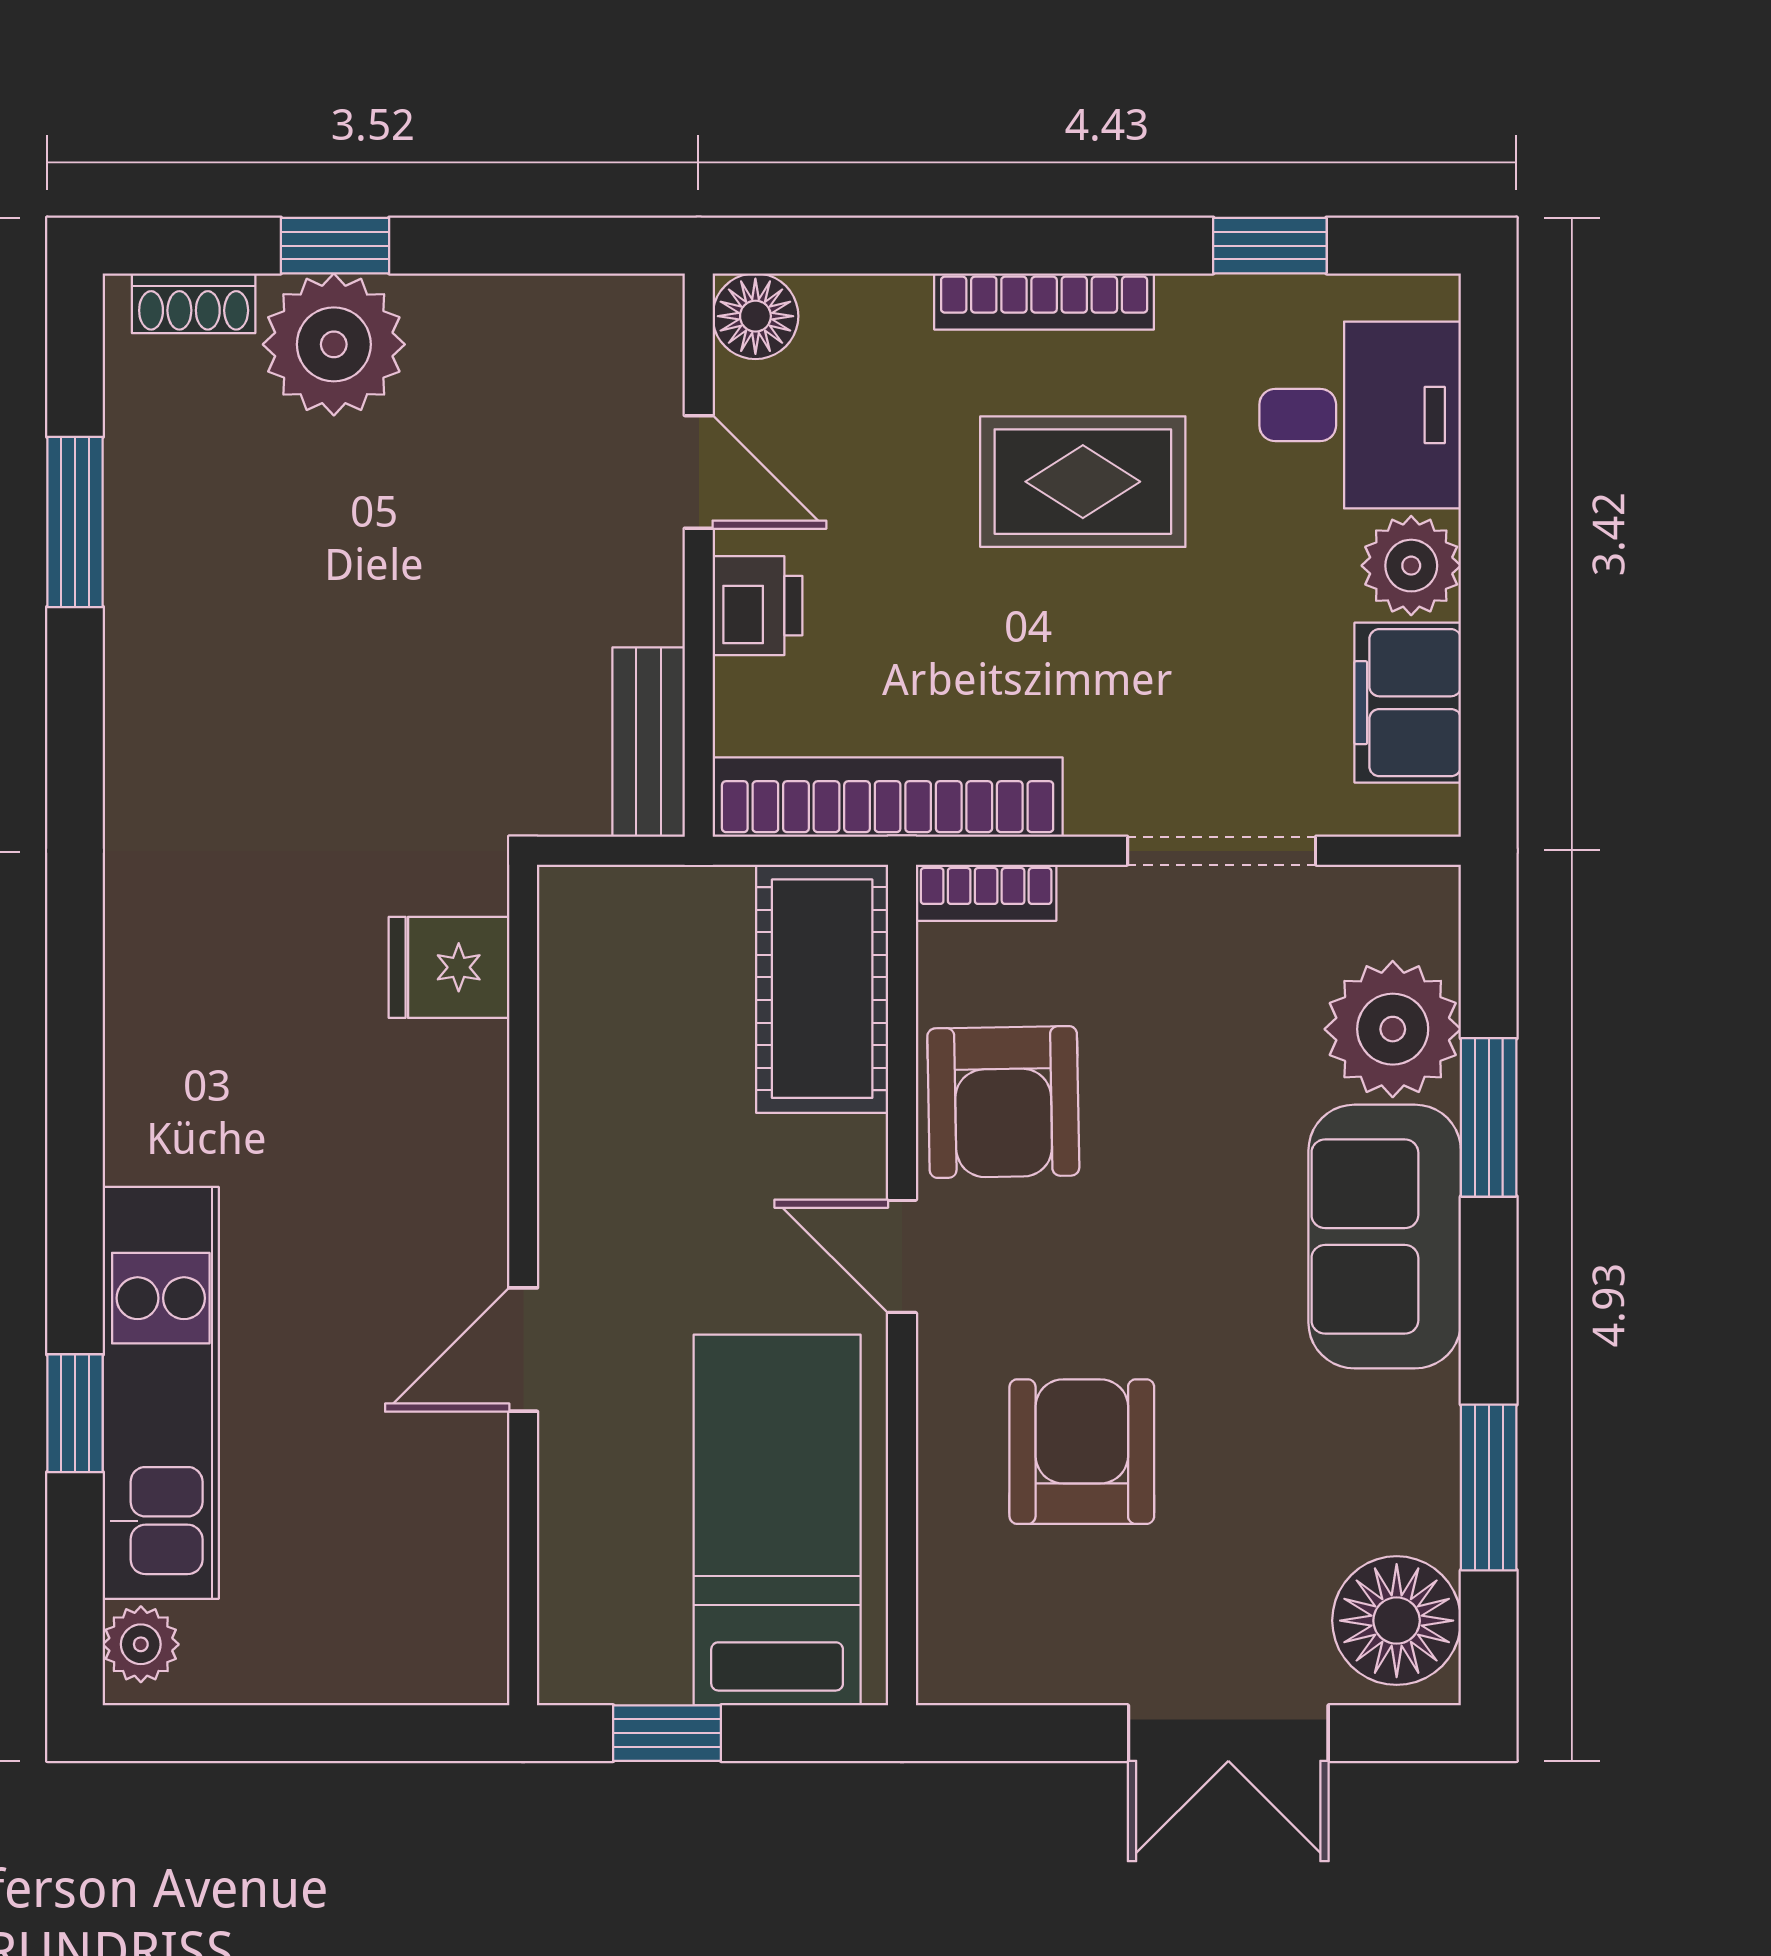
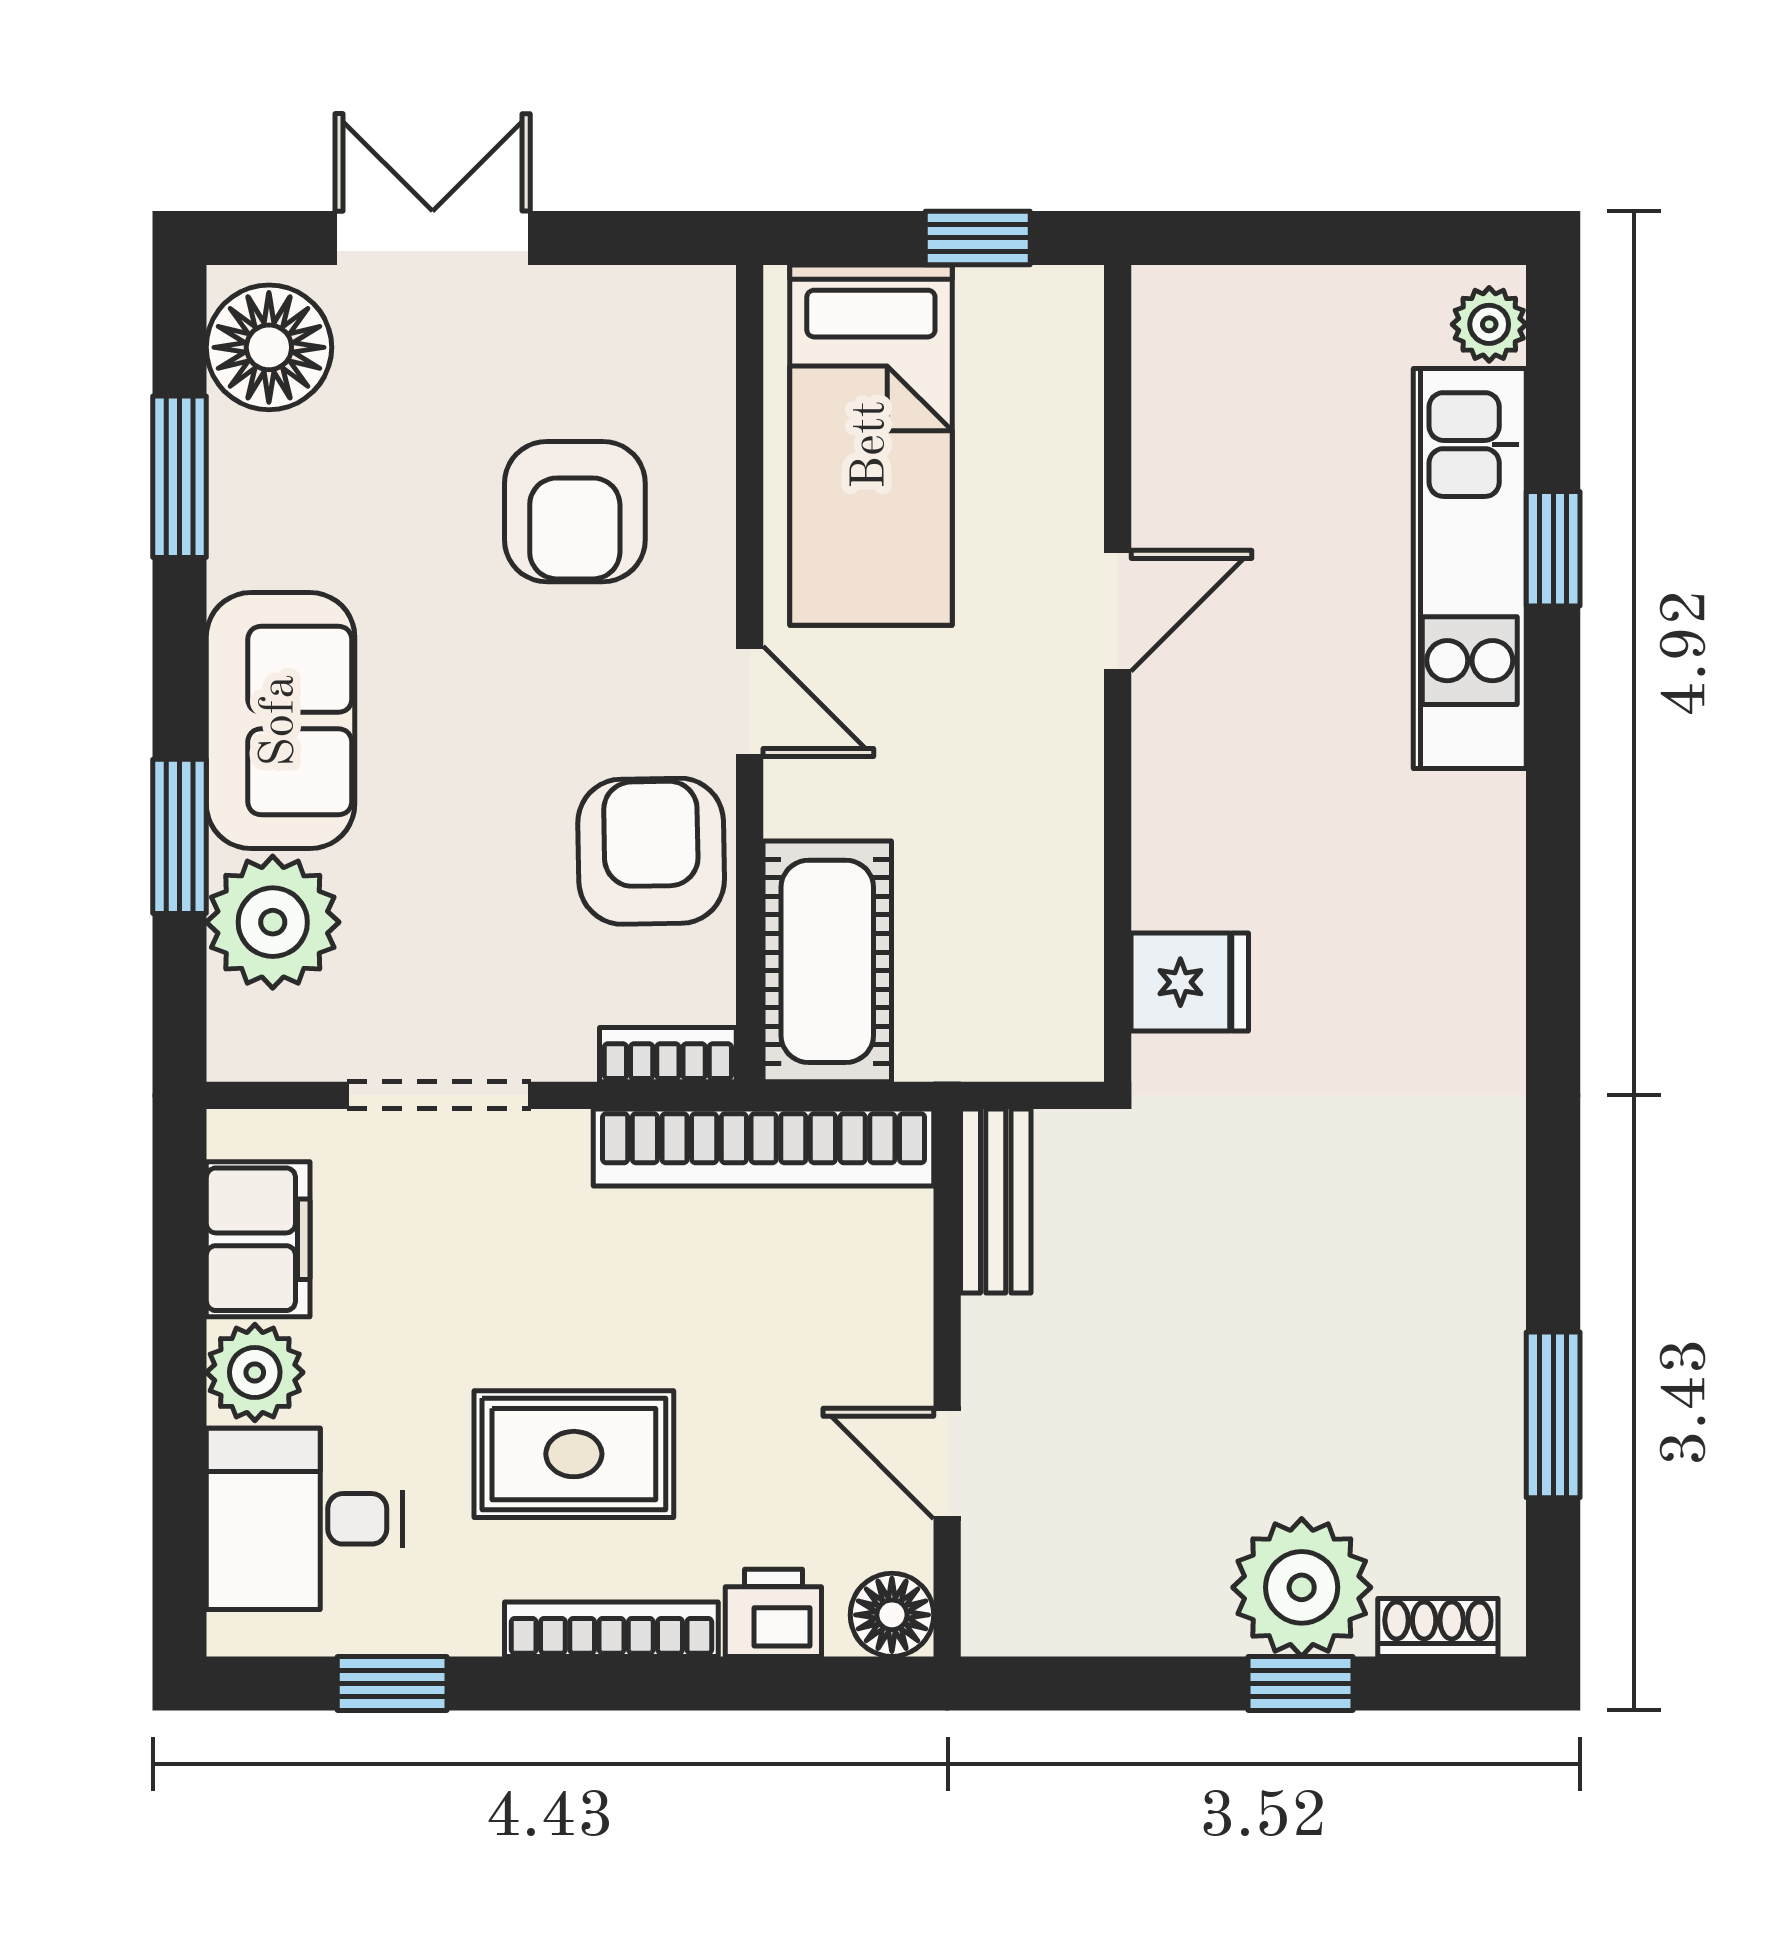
printer: (757, 606) -> (773, 1613), moved, turned 90

